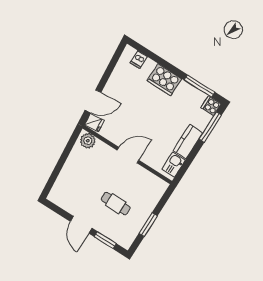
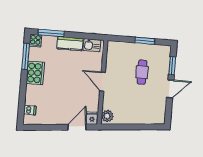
cooker: (165, 80) -> (35, 73), moved
door: (93, 101) -> (77, 127), hinge flipped

